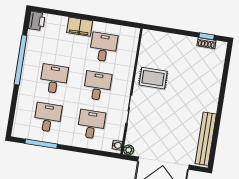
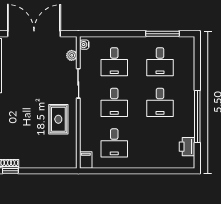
printer: (37, 21) -> (187, 147), moved
filing cabinet: (80, 27) -> (86, 160), moved, width x0.50
rug: (153, 78) -> (58, 119), turned 90
plant: (129, 150) -> (72, 55), moved

